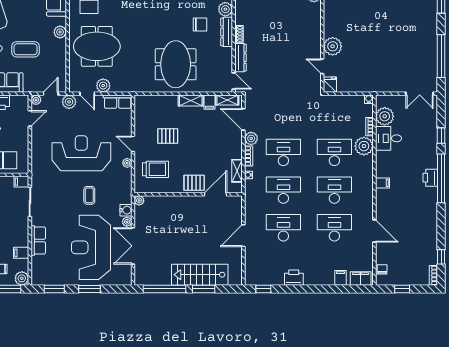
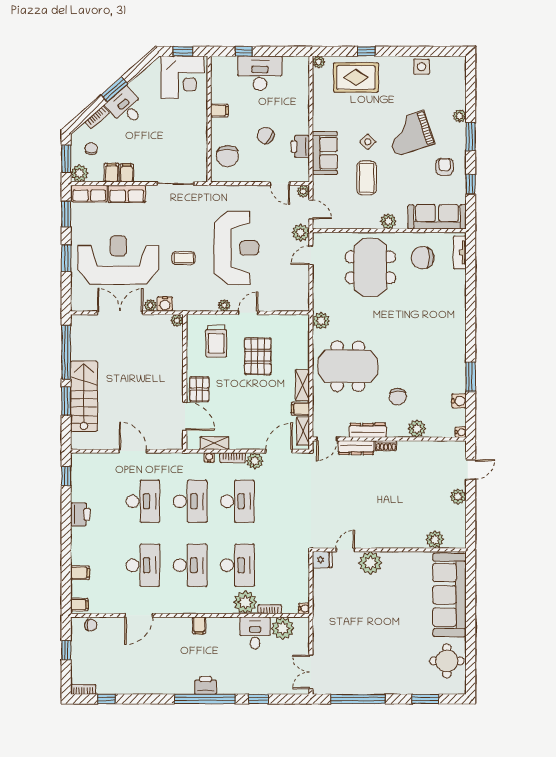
dresser: (227, 32) -> (368, 430), moved
plant: (103, 86) -> (321, 321), moved
row of seats: (118, 102) -> (89, 194), moved, turned -90
pallet: (168, 136) -> (258, 356), width x1.50, depth x1.42
filing cabinet: (21, 182) -> (127, 173), moved
filing cabinet: (361, 278) -> (79, 605), width x0.50

